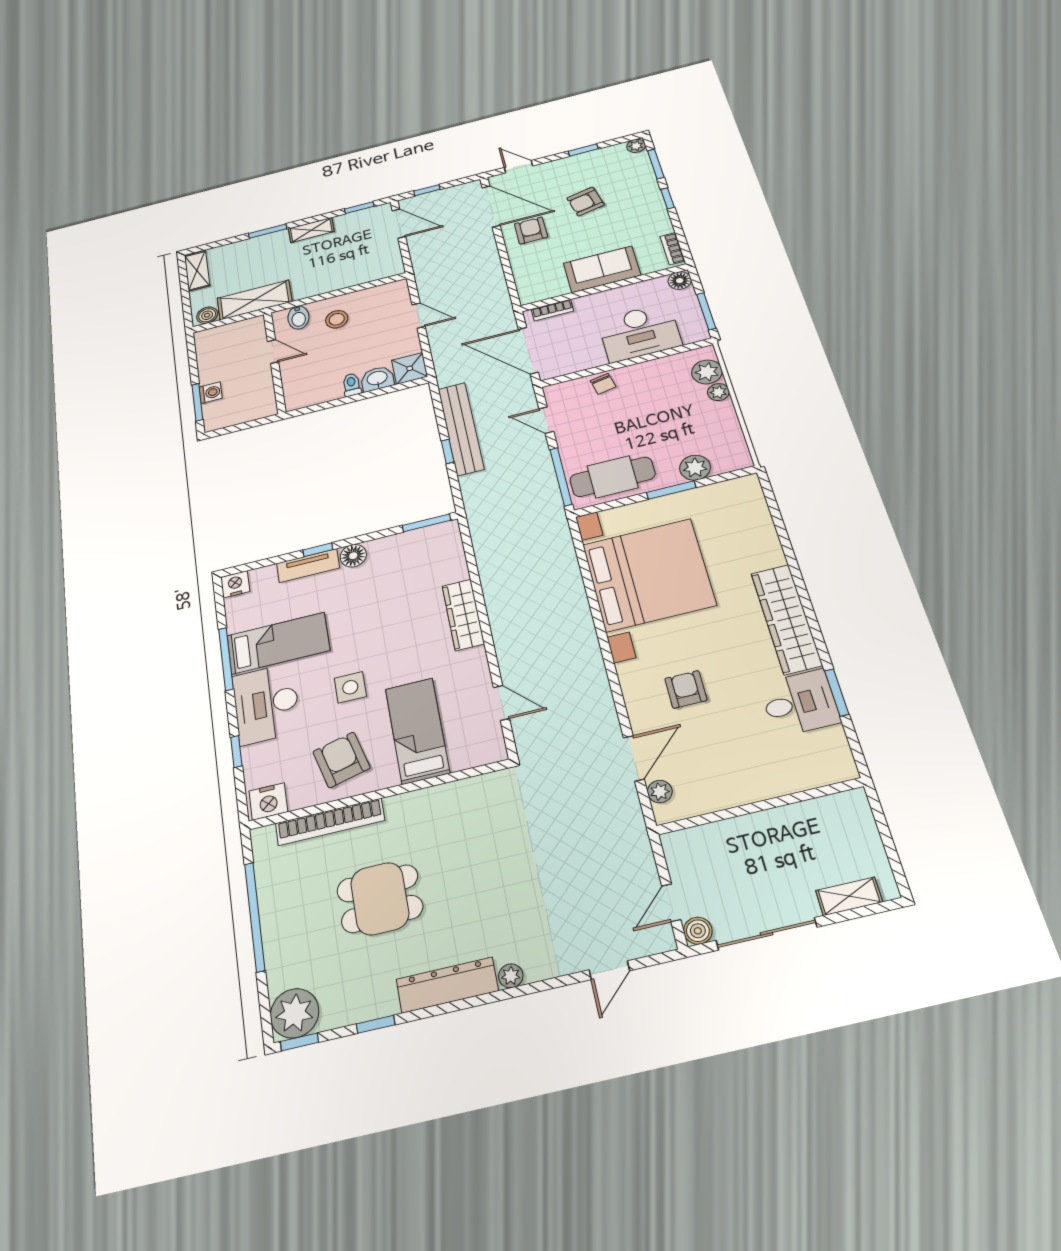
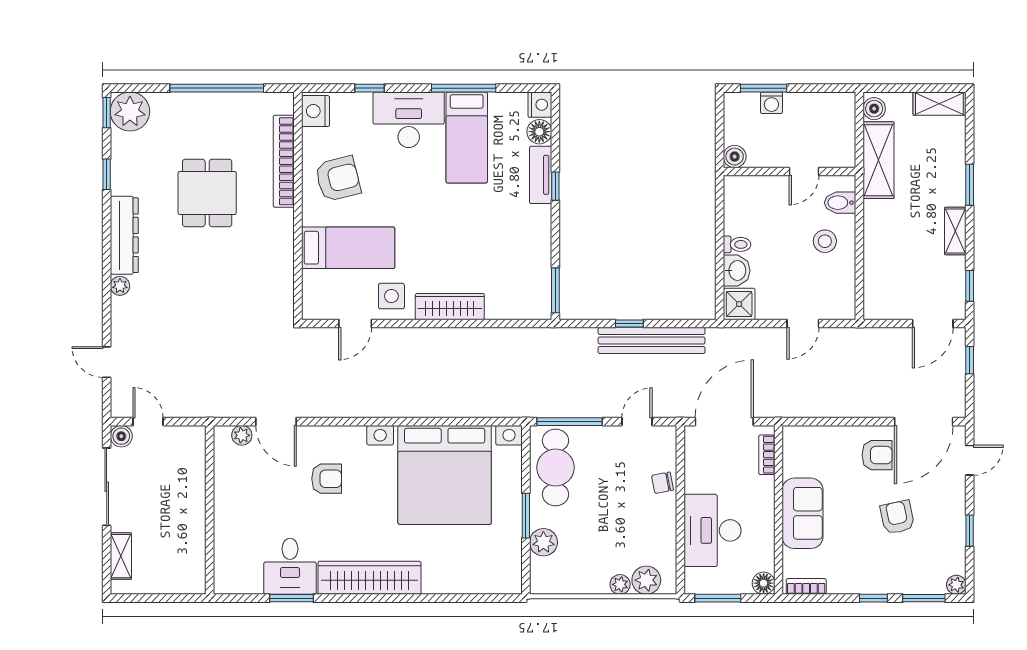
boiler: (266, 408) -> (735, 157), added
floor lamp: (353, 556) -> (539, 132), moved
side table: (350, 687) -> (391, 296), moved

